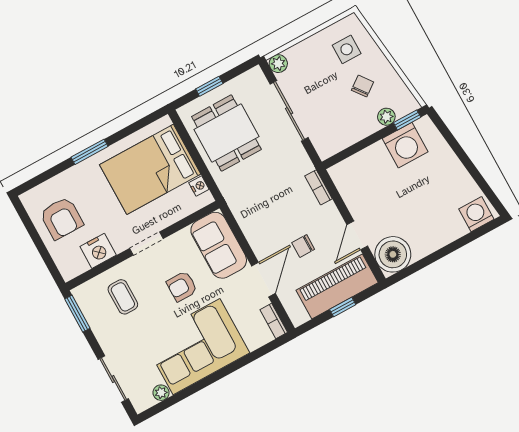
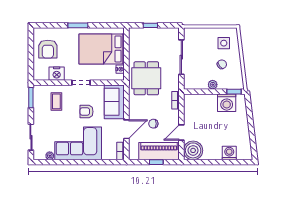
plant: (278, 64) -> (188, 32), removed
plant: (386, 117) -> (213, 85), moved
dining table: (226, 133) -> (146, 78), moved
washing machine: (476, 214) -> (229, 153), moved

